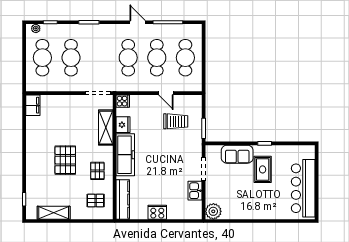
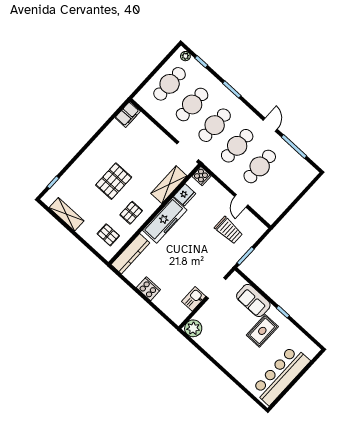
cafe table: (185, 58) -> (215, 125), moved

